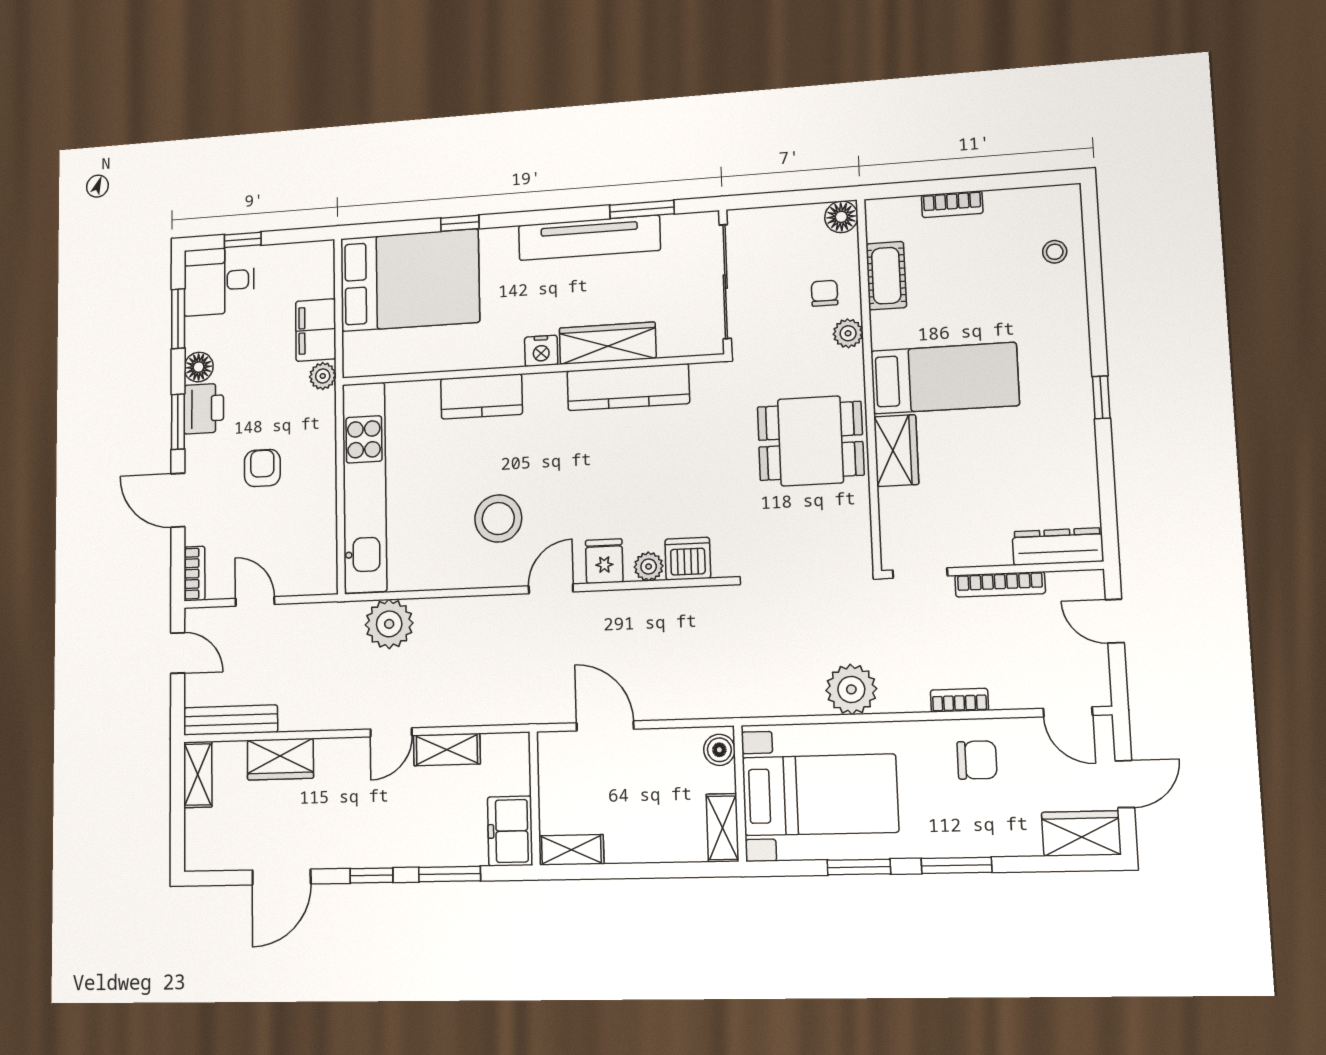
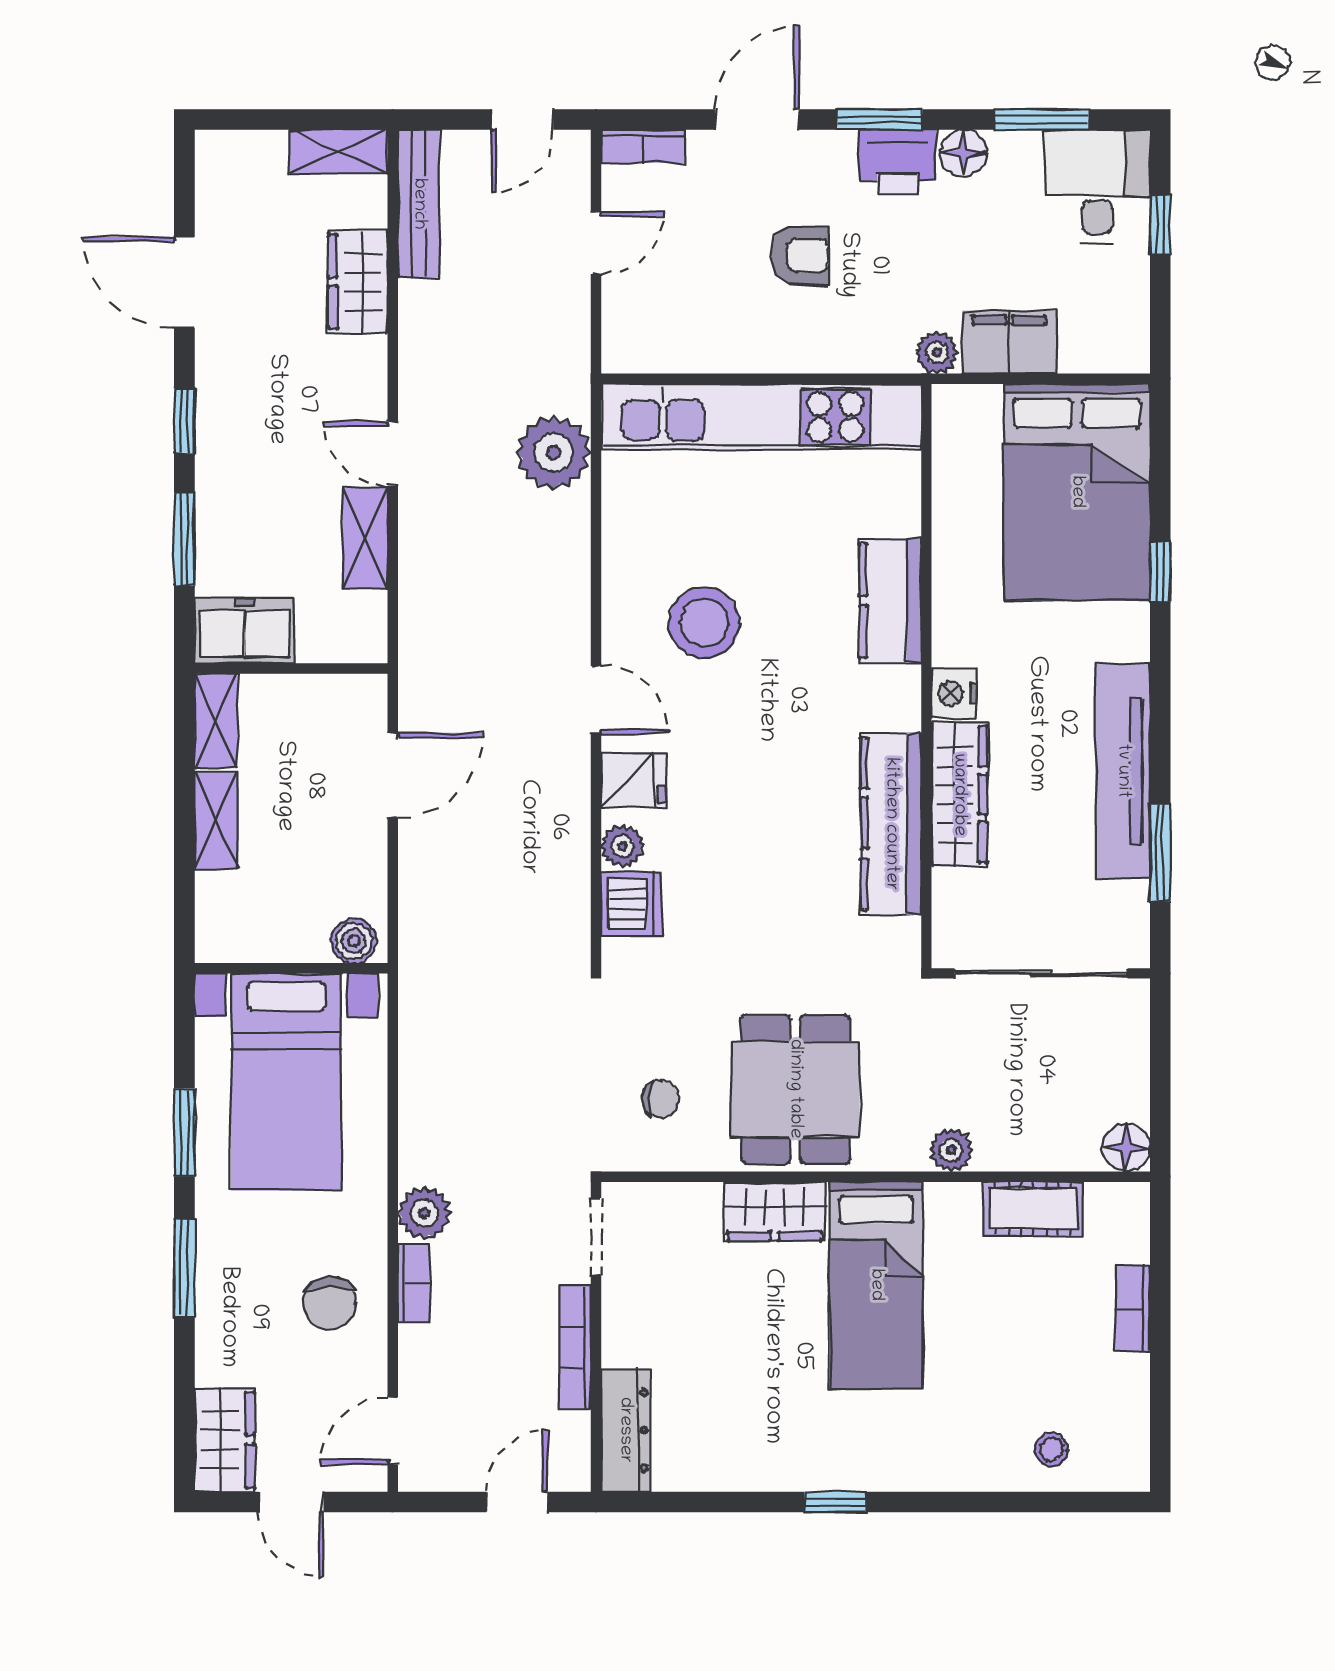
chair: (825, 293) -> (661, 1099), moved
plant: (851, 689) -> (424, 1213), moved, width x0.73, depth x0.73
shelving: (722, 828) -> (216, 821), moved, turned 90

